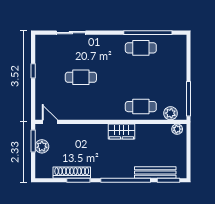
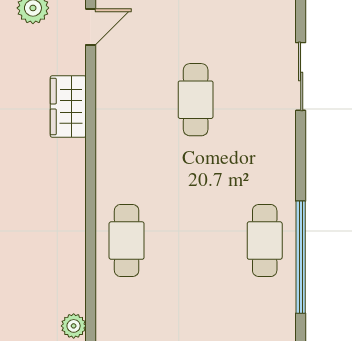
plant: (171, 113) -> (111, 310), removed
wardrobe: (121, 131) -> (68, 106), moved

